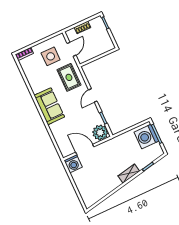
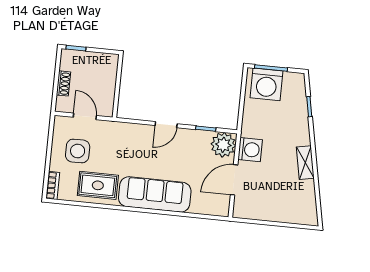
rug: (69, 77) -> (98, 185), moved
door: (93, 95) -> (166, 125), hinge flipped
sofa: (49, 106) -> (155, 194), width x1.36
washing machine: (73, 164) -> (250, 150), moved
shelving: (129, 174) -> (305, 163), moved

